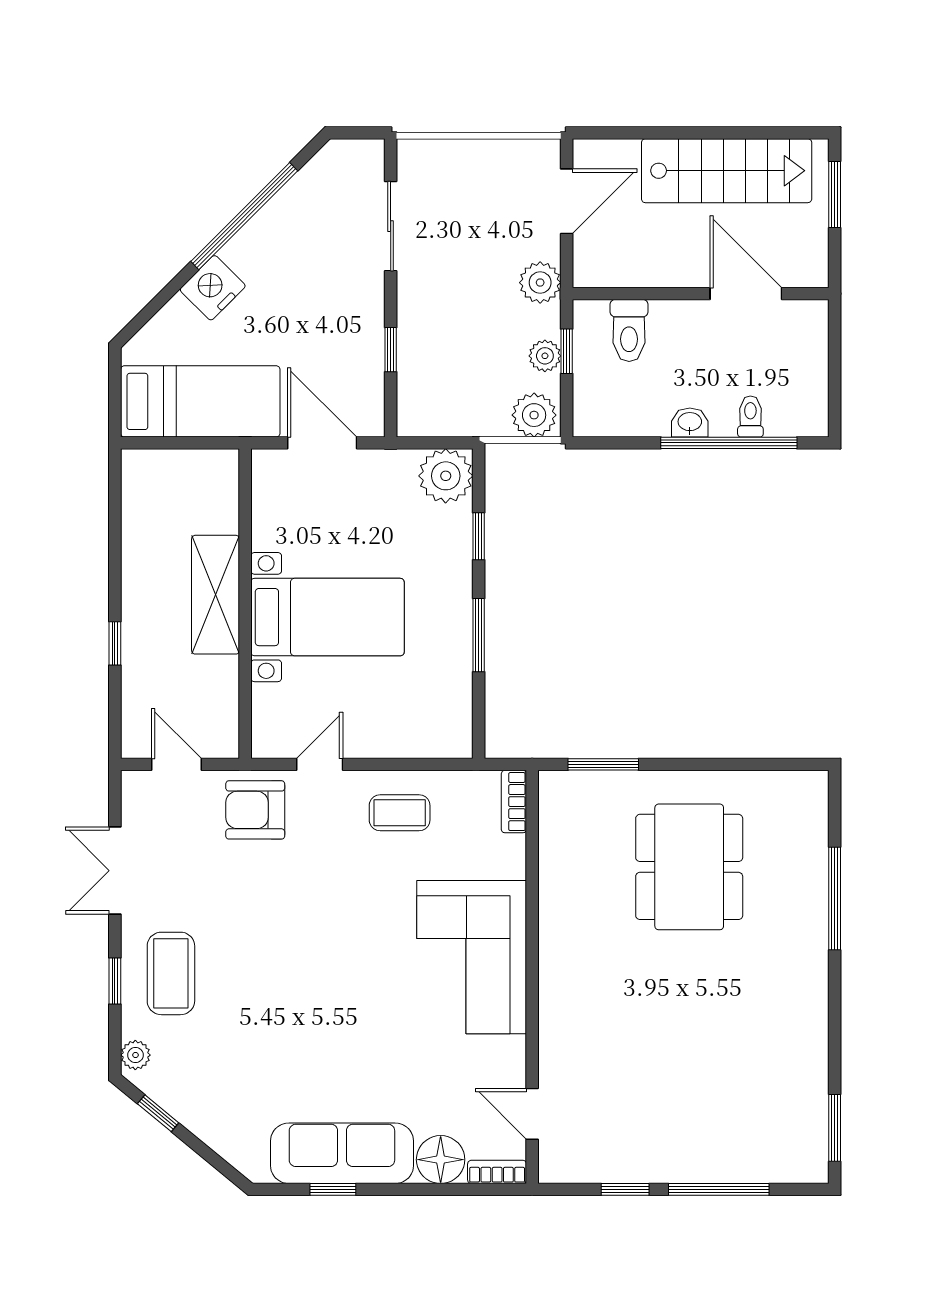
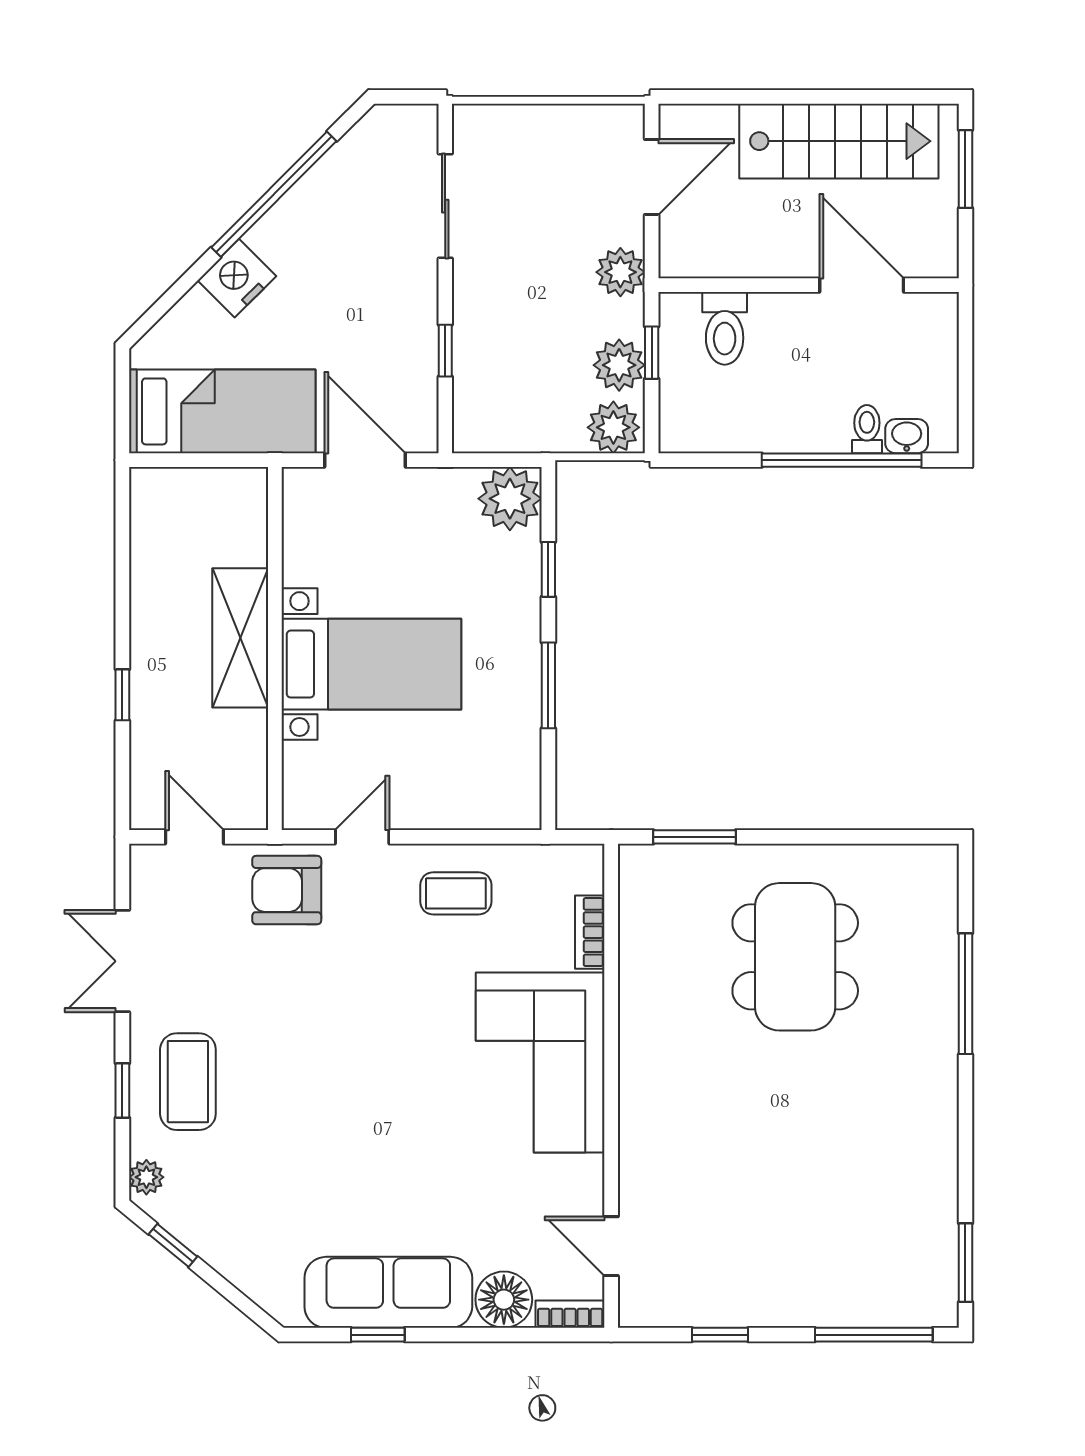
plant: (545, 356) -> (619, 365), width x1.38, depth x1.38
washbasin: (690, 422) -> (907, 436), moved
bookcase: (514, 802) -> (590, 932), moved
window: (719, 1189) -> (874, 1335), moved

